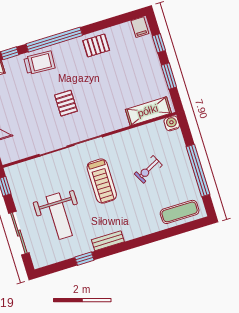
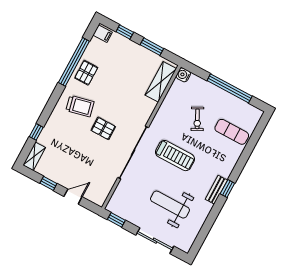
window: (54, 40) -> (74, 62), moved
trolley: (39, 63) -> (80, 106), moved, turned 74
exercise mat: (180, 212) -> (232, 132), moved, turned 90
weight bench: (59, 216) -> (170, 205), turned 180
window: (84, 259) -> (227, 188), moved

